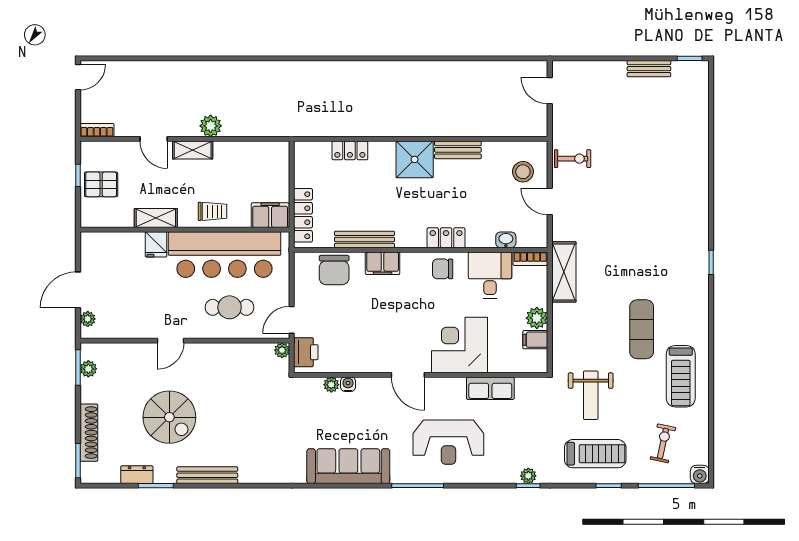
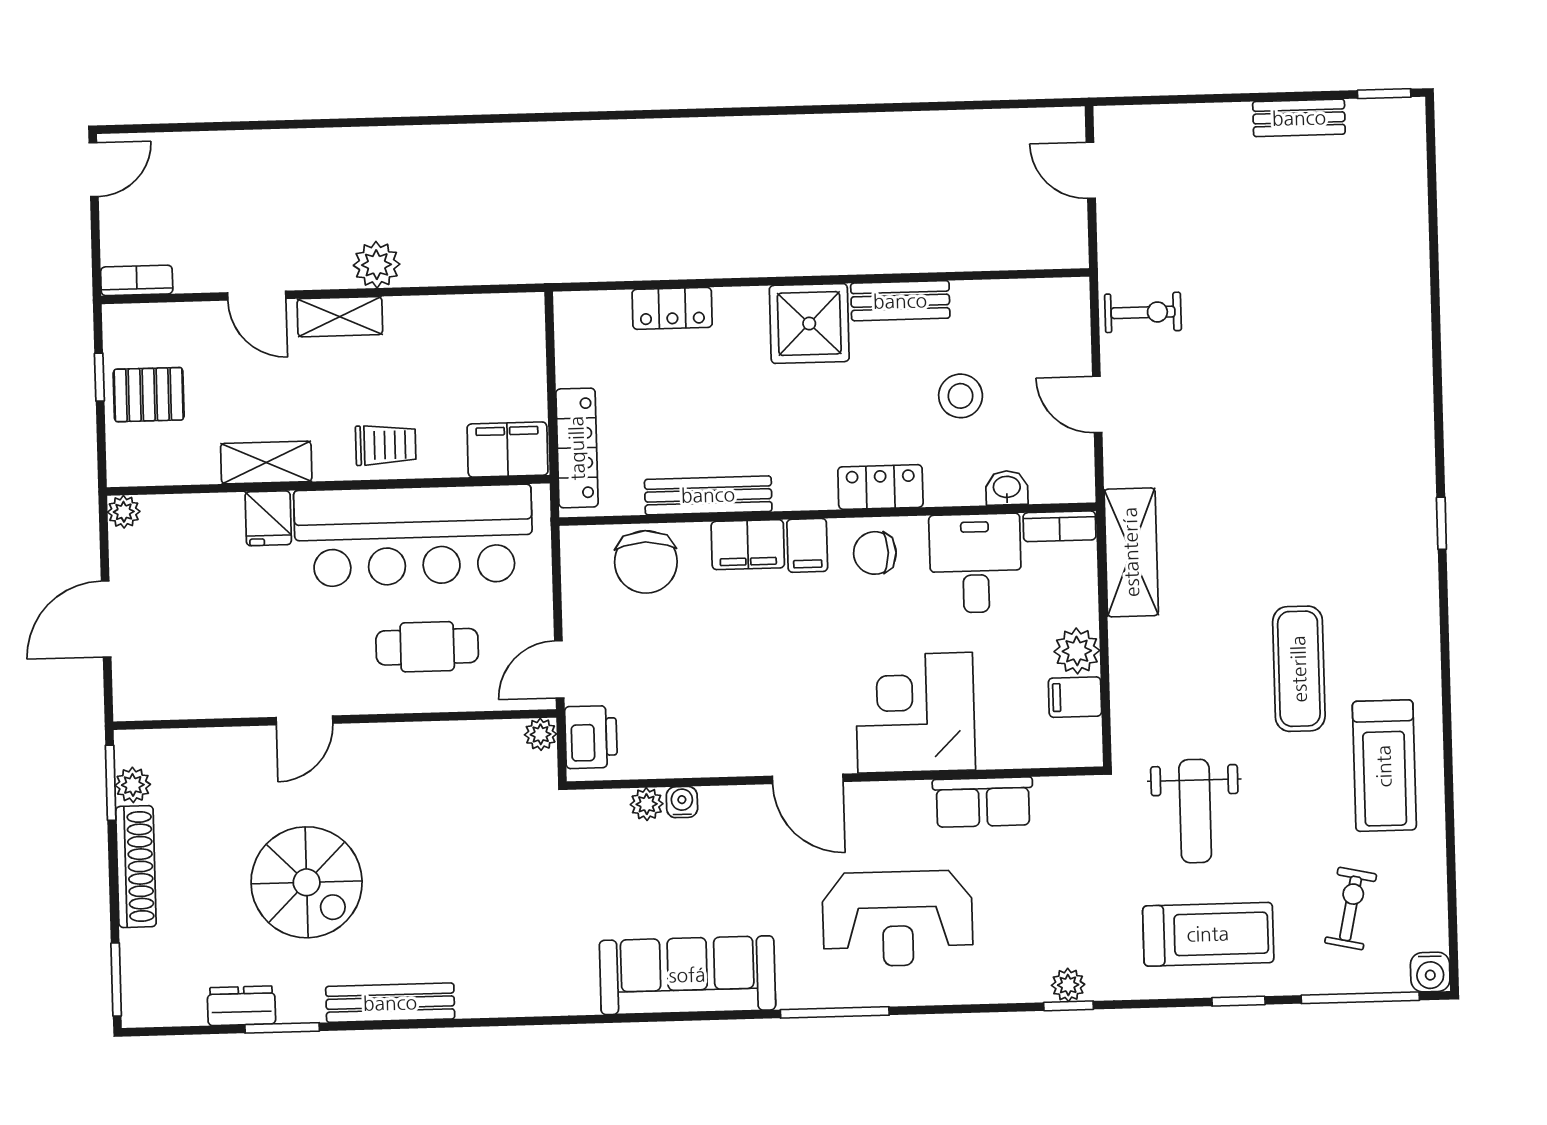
stool: (523, 172) -> (961, 396), moved
filing cabinet: (411, 264) -> (807, 545), added
plant: (88, 319) -> (124, 512), moved
shoe rack: (89, 433) -> (136, 867), moved

